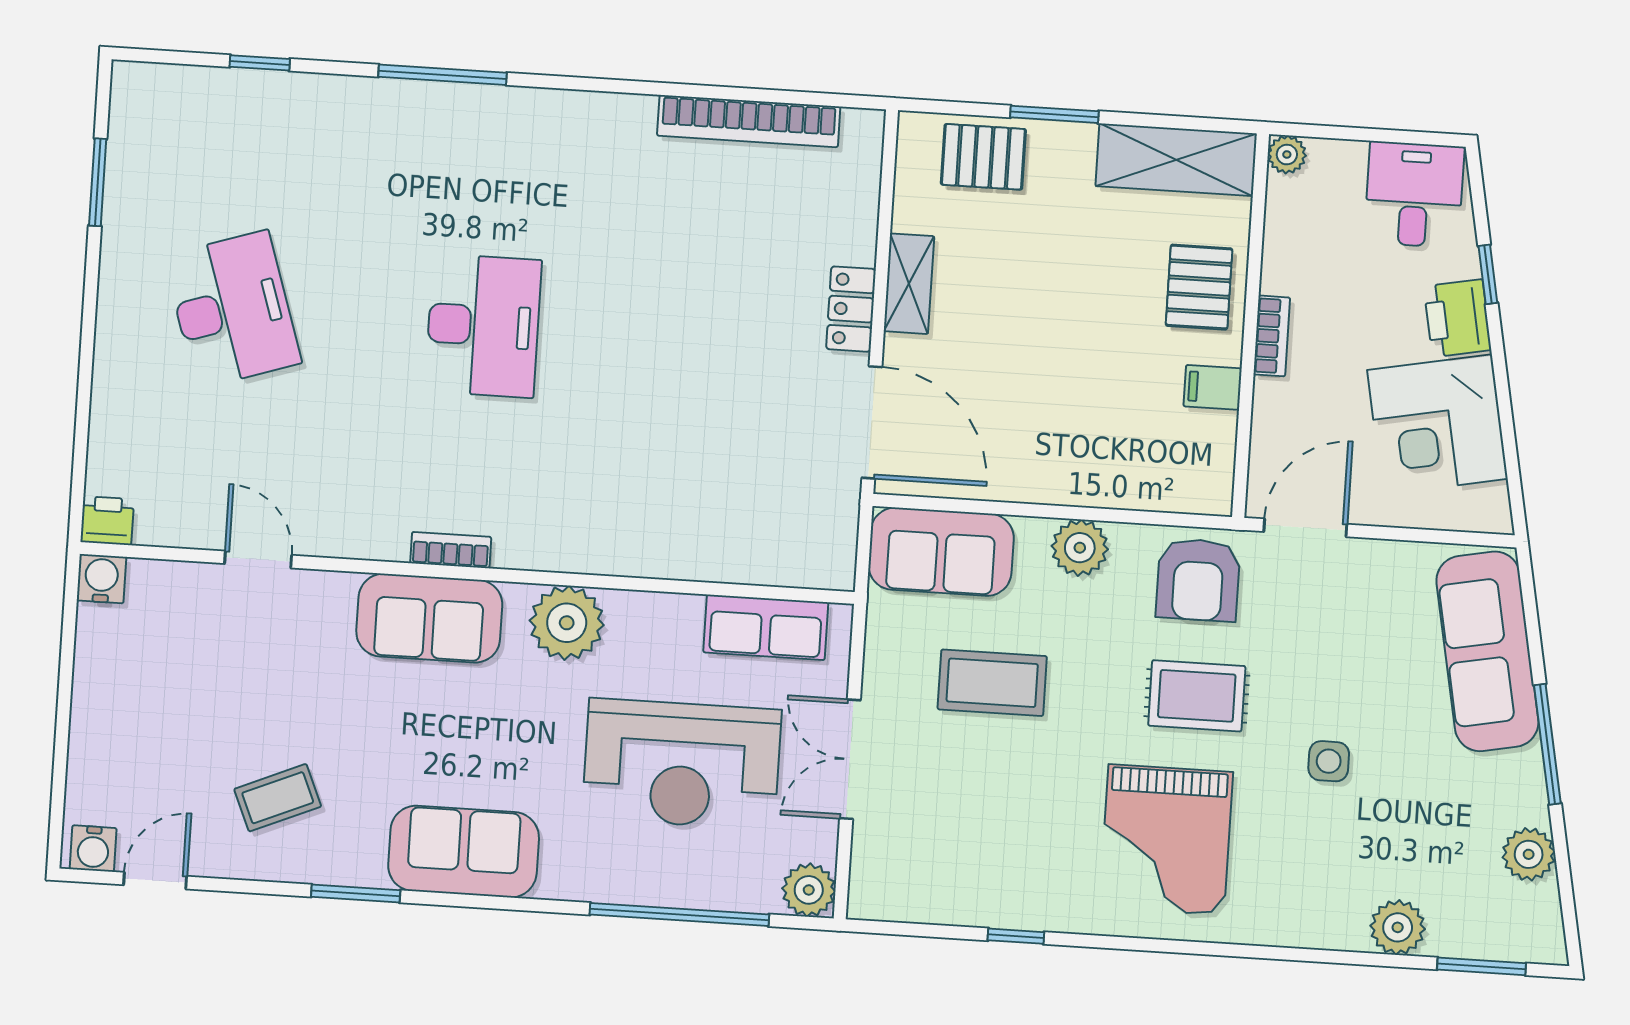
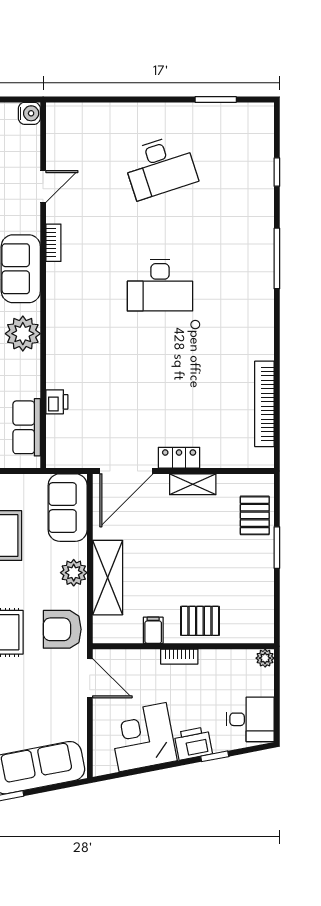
shelving: (1176, 160) -> (108, 578), moved
printer: (107, 521) -> (57, 402), moved
bookcase: (451, 550) -> (53, 243), moved

